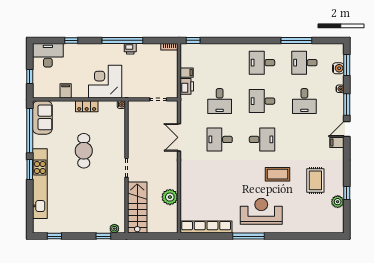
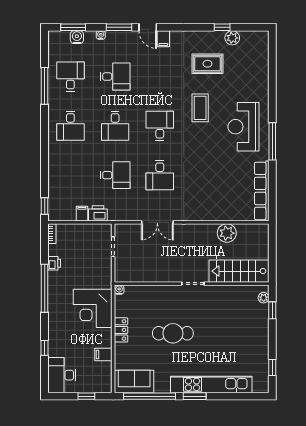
printer: (130, 49) -> (54, 263), moved
desk: (304, 63) -> (70, 77), turned 180

